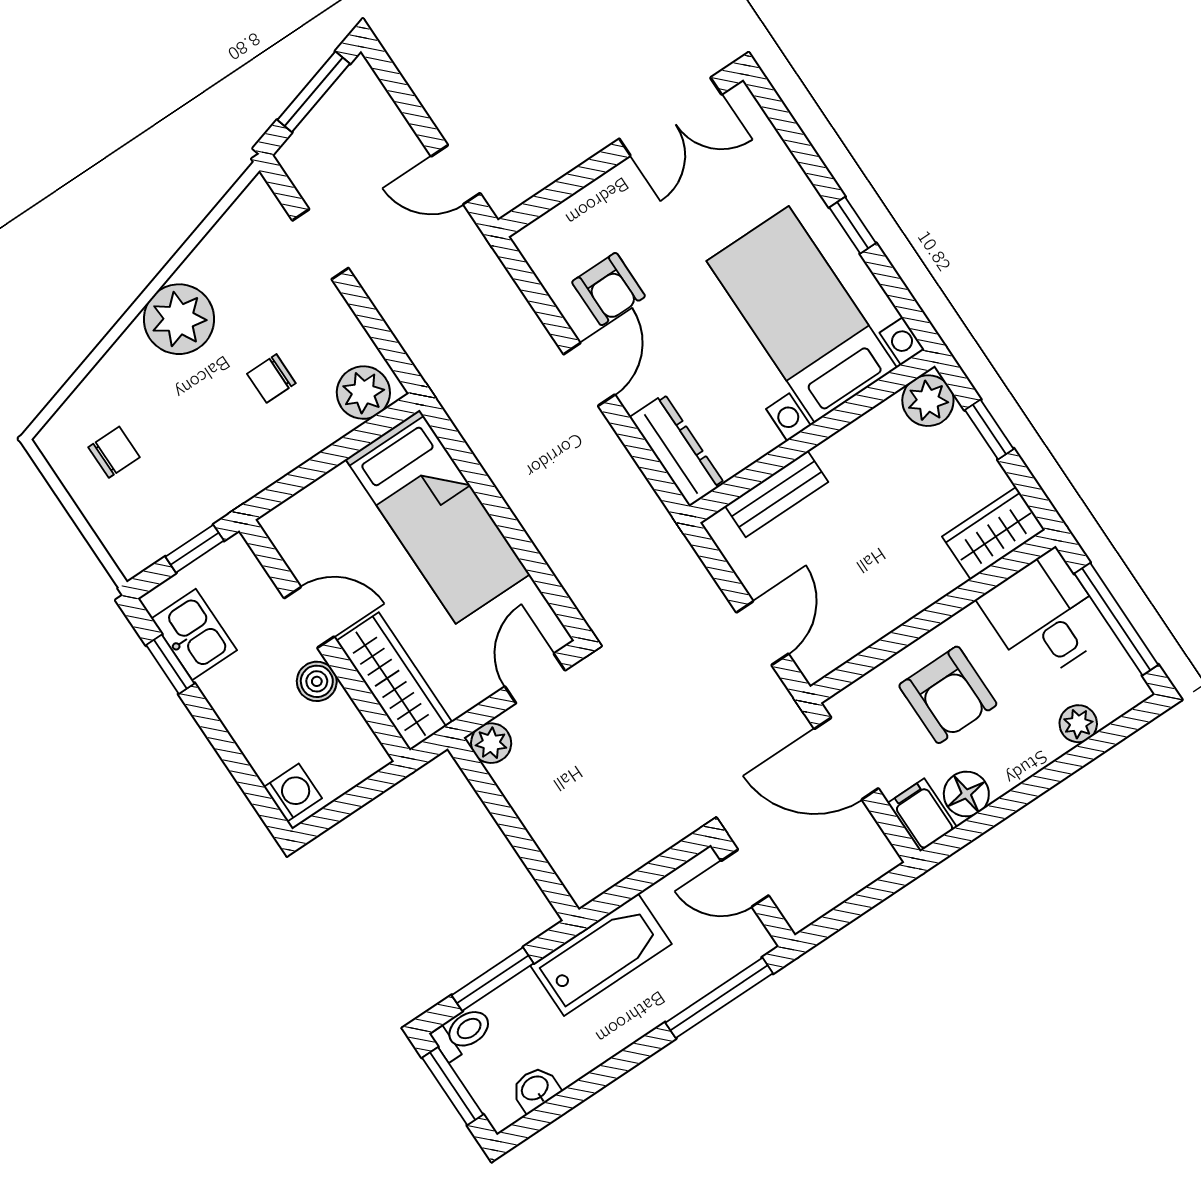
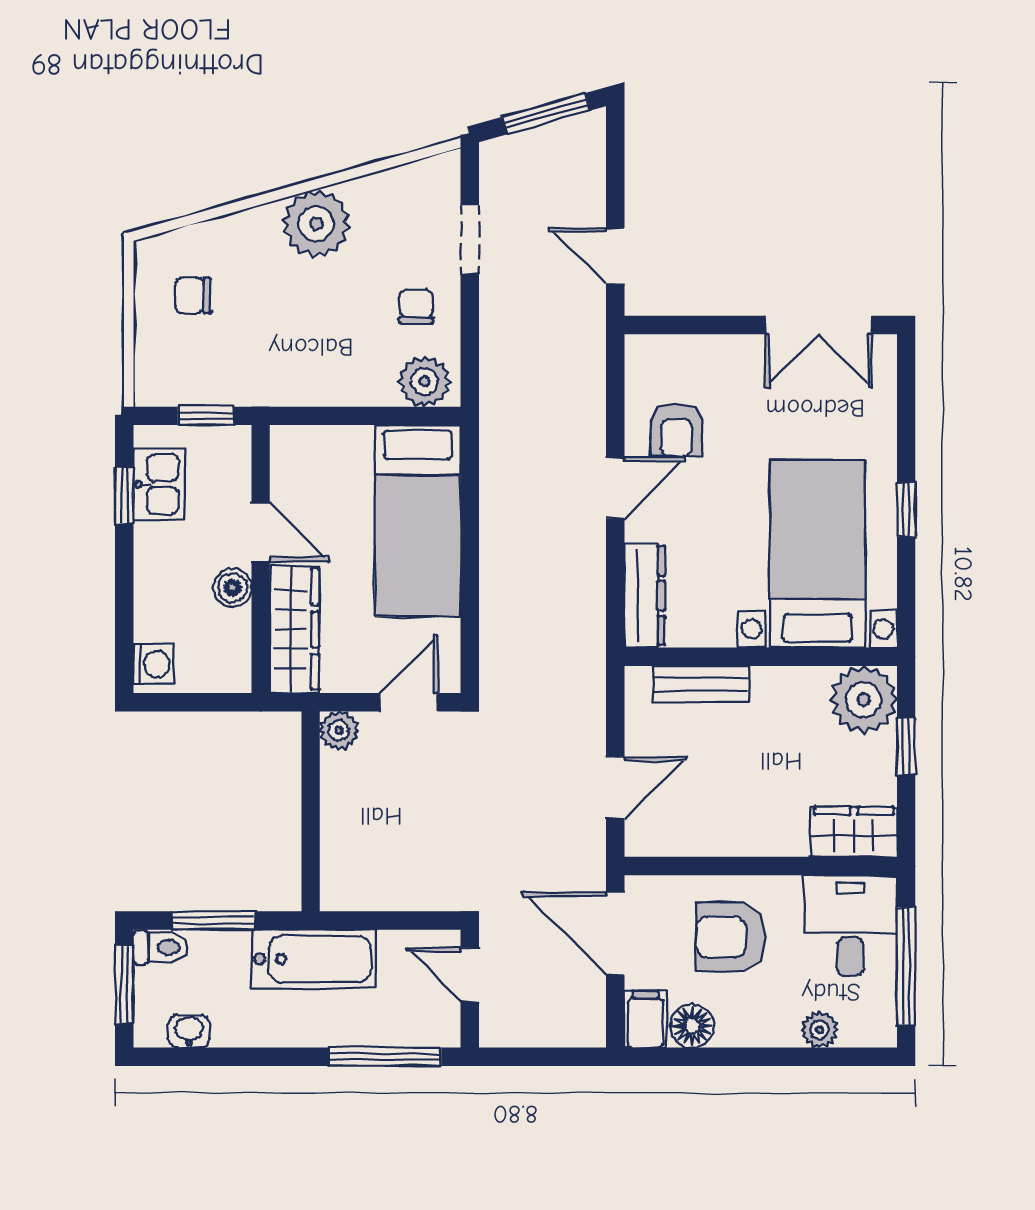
chair: (271, 378) -> (416, 307), moved, turned 90
plant: (928, 401) -> (864, 699), width x1.36, depth x1.36
chair: (114, 452) -> (193, 295), turned 180
armchair: (948, 695) -> (731, 937), turned 90

